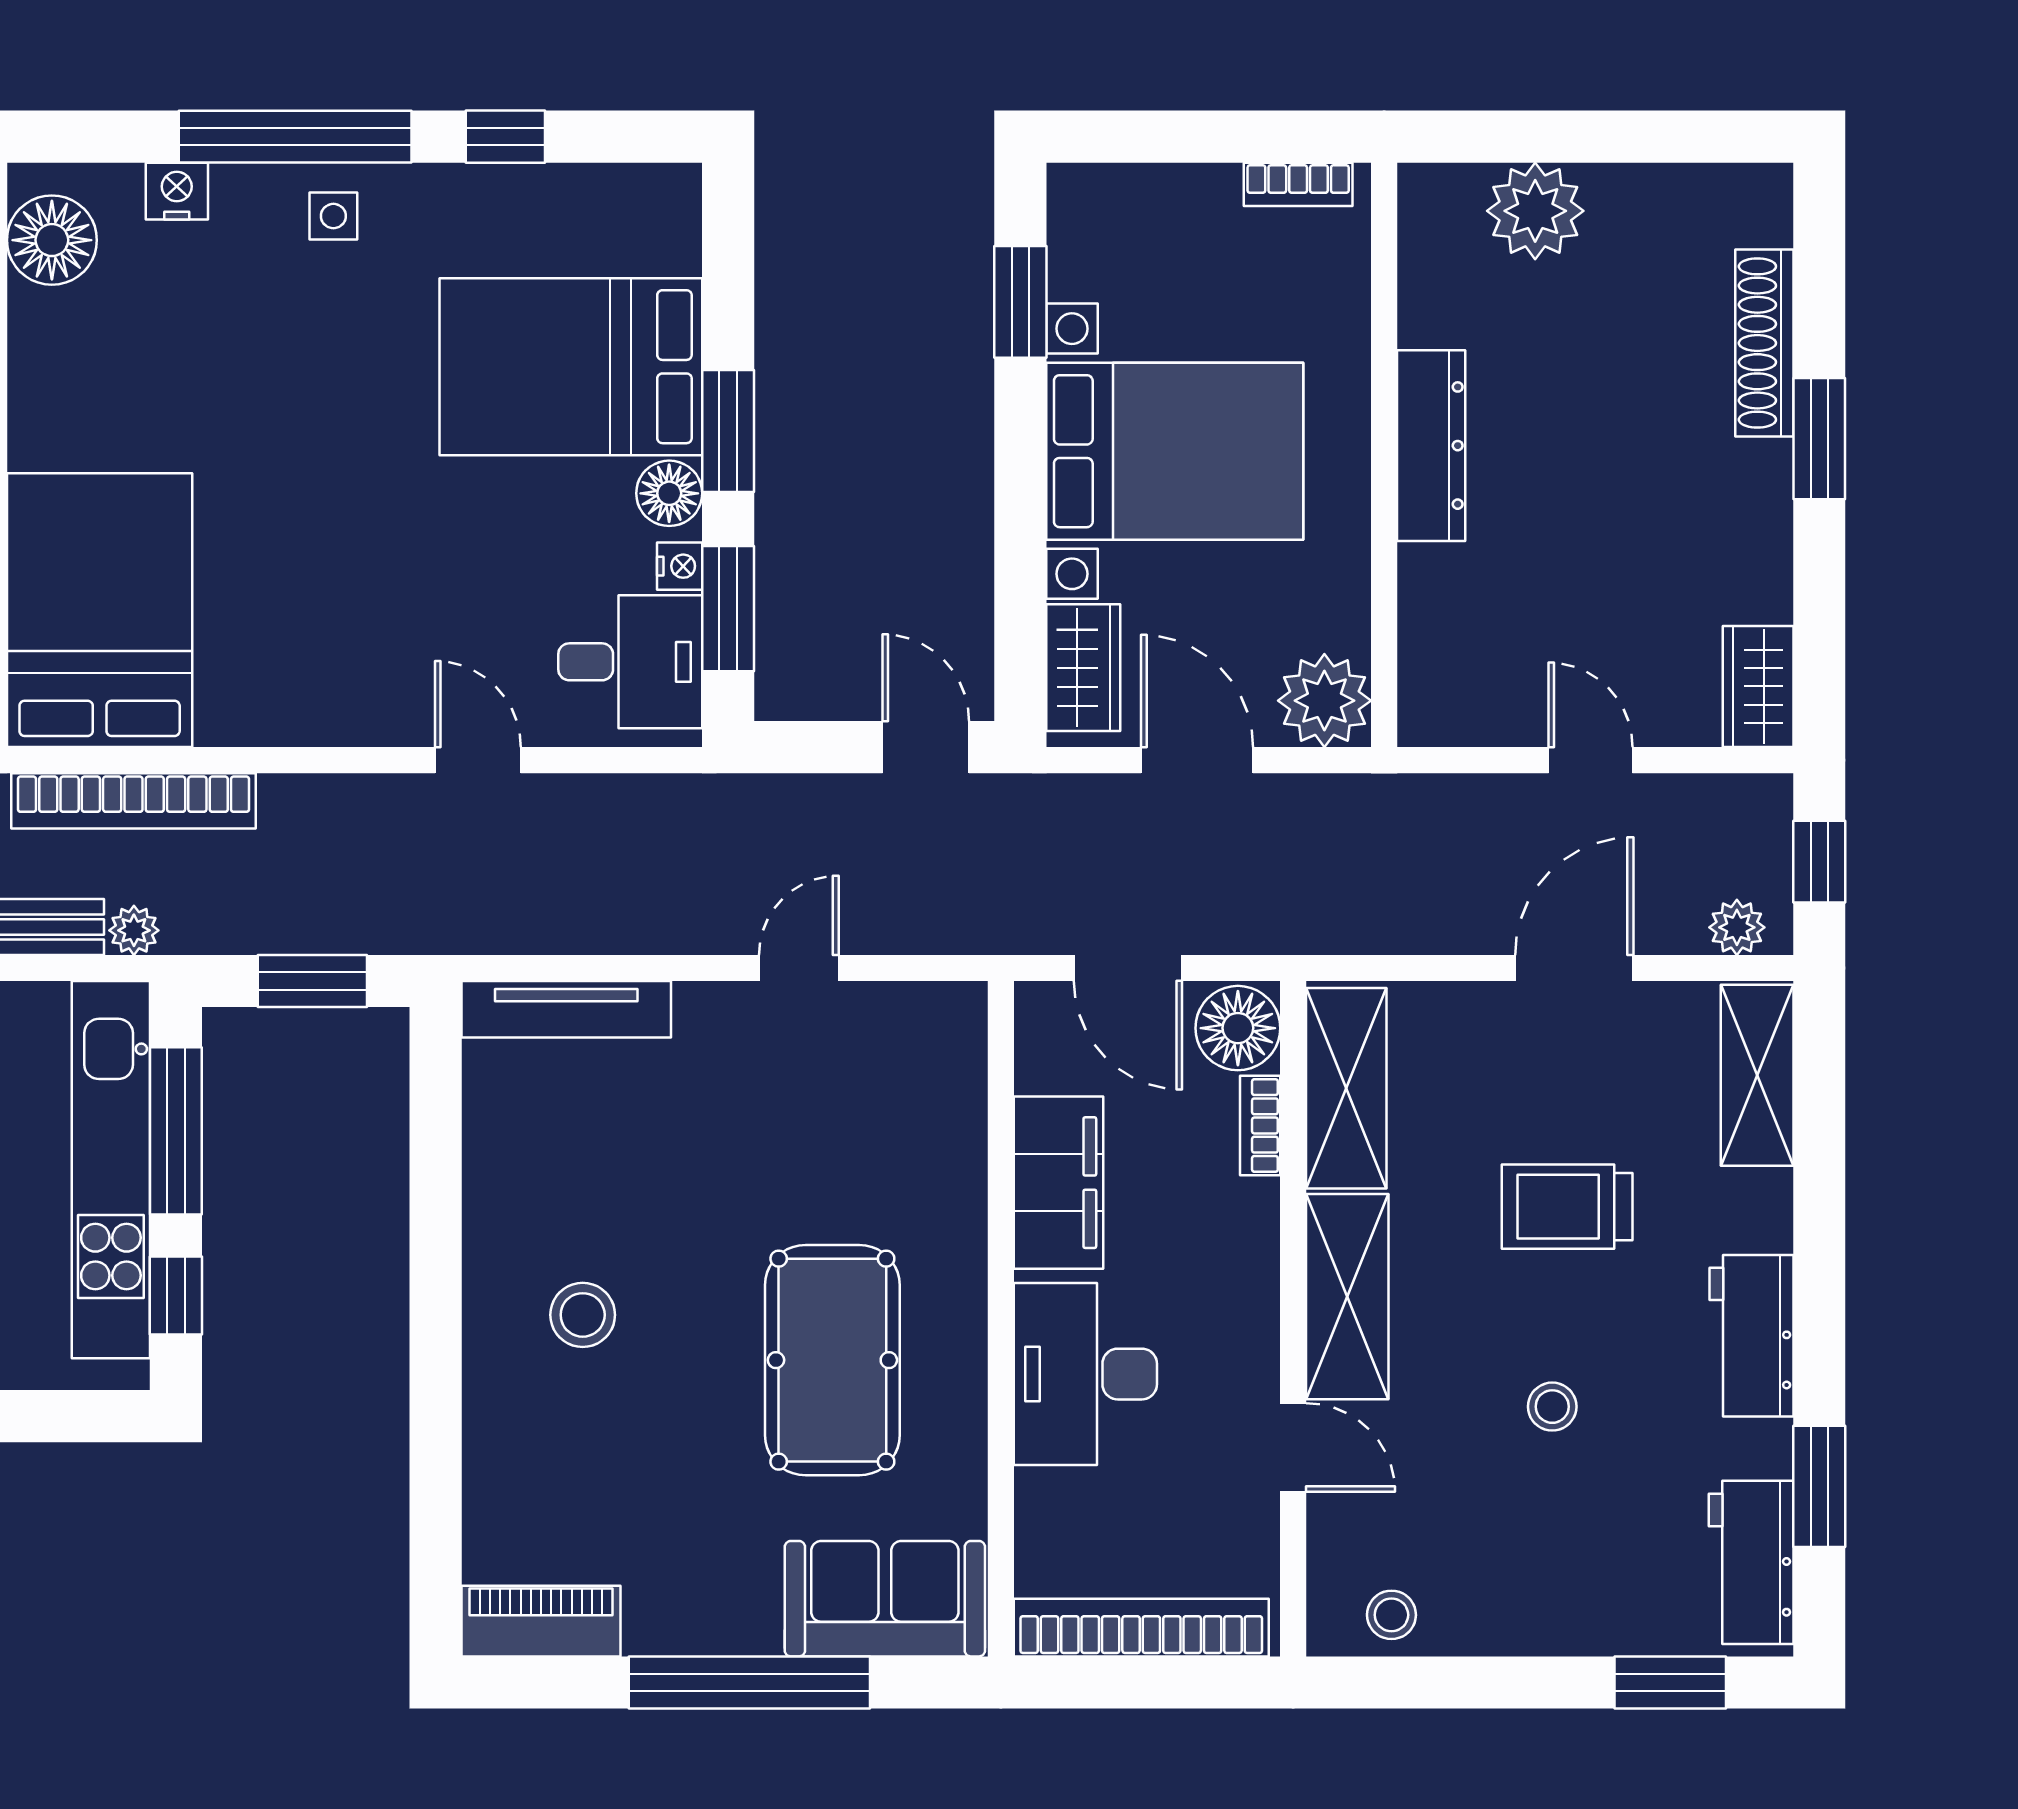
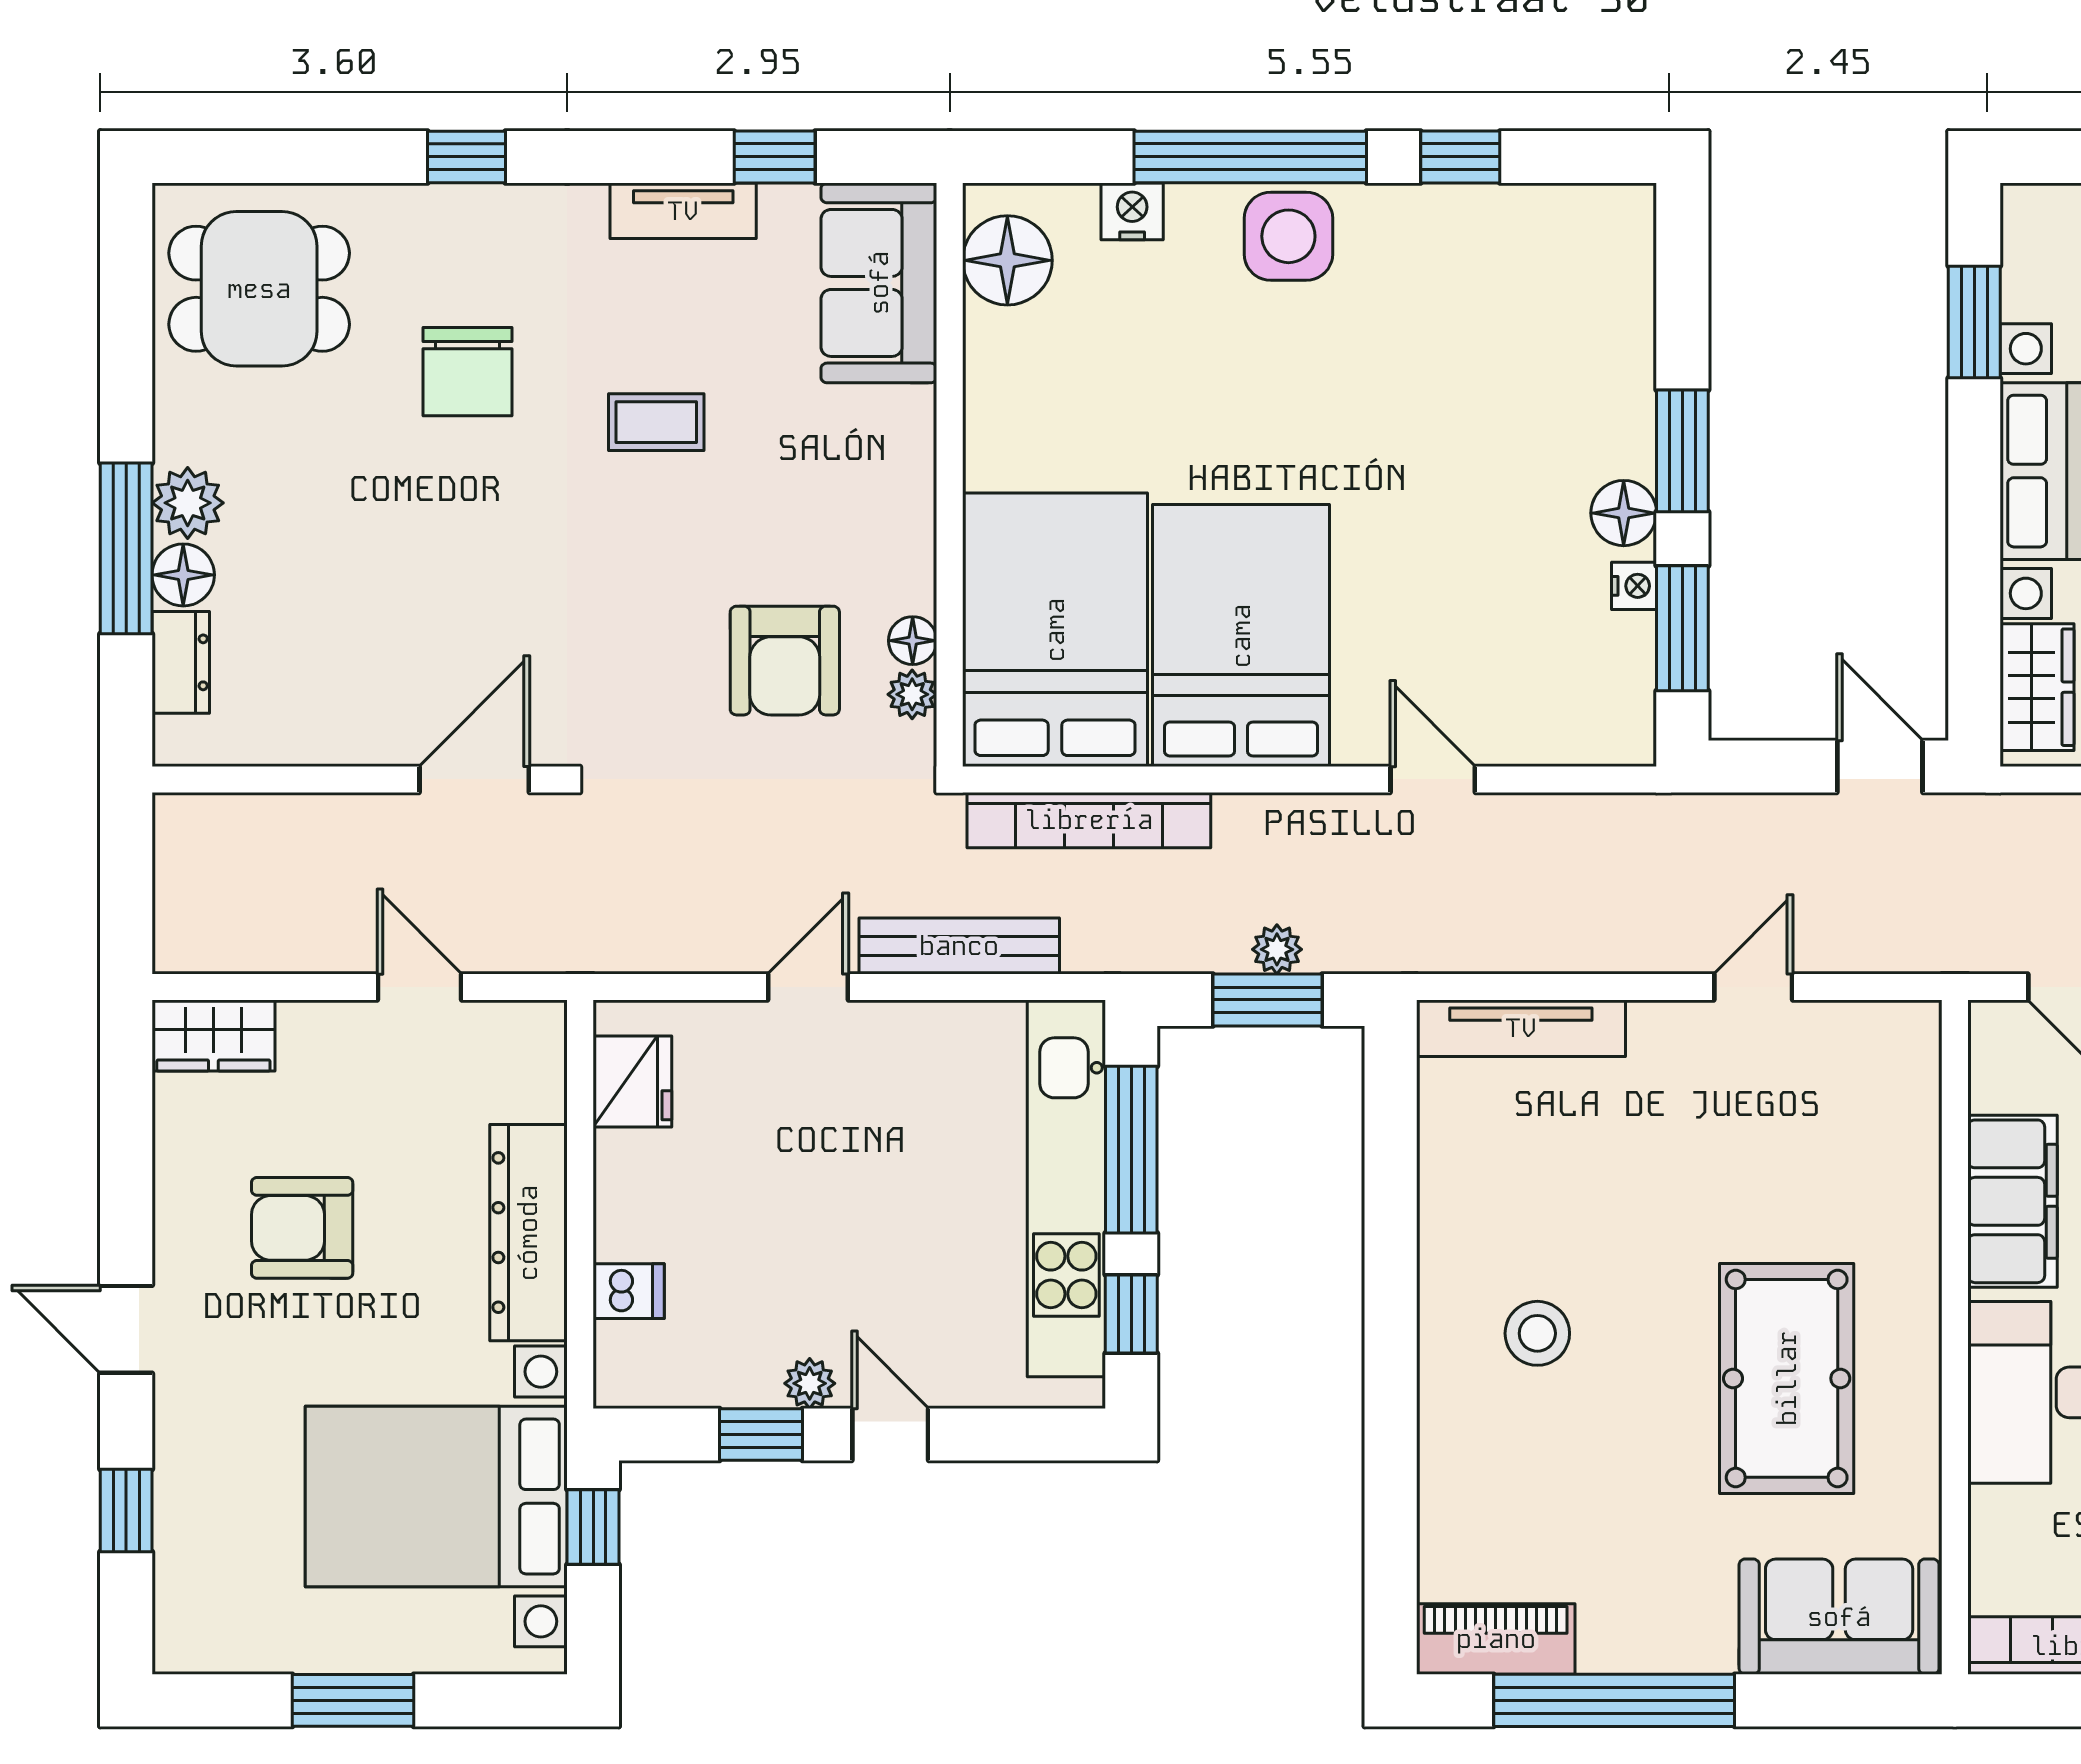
side table: (333, 216) -> (1288, 236), width x1.87, depth x1.87
bed: (571, 367) -> (1241, 636), moved, turned 90
desk: (630, 662) -> (1585, 681), removed
plant: (134, 930) -> (1277, 949), moved
window: (749, 1683) -> (1614, 1700), moved

